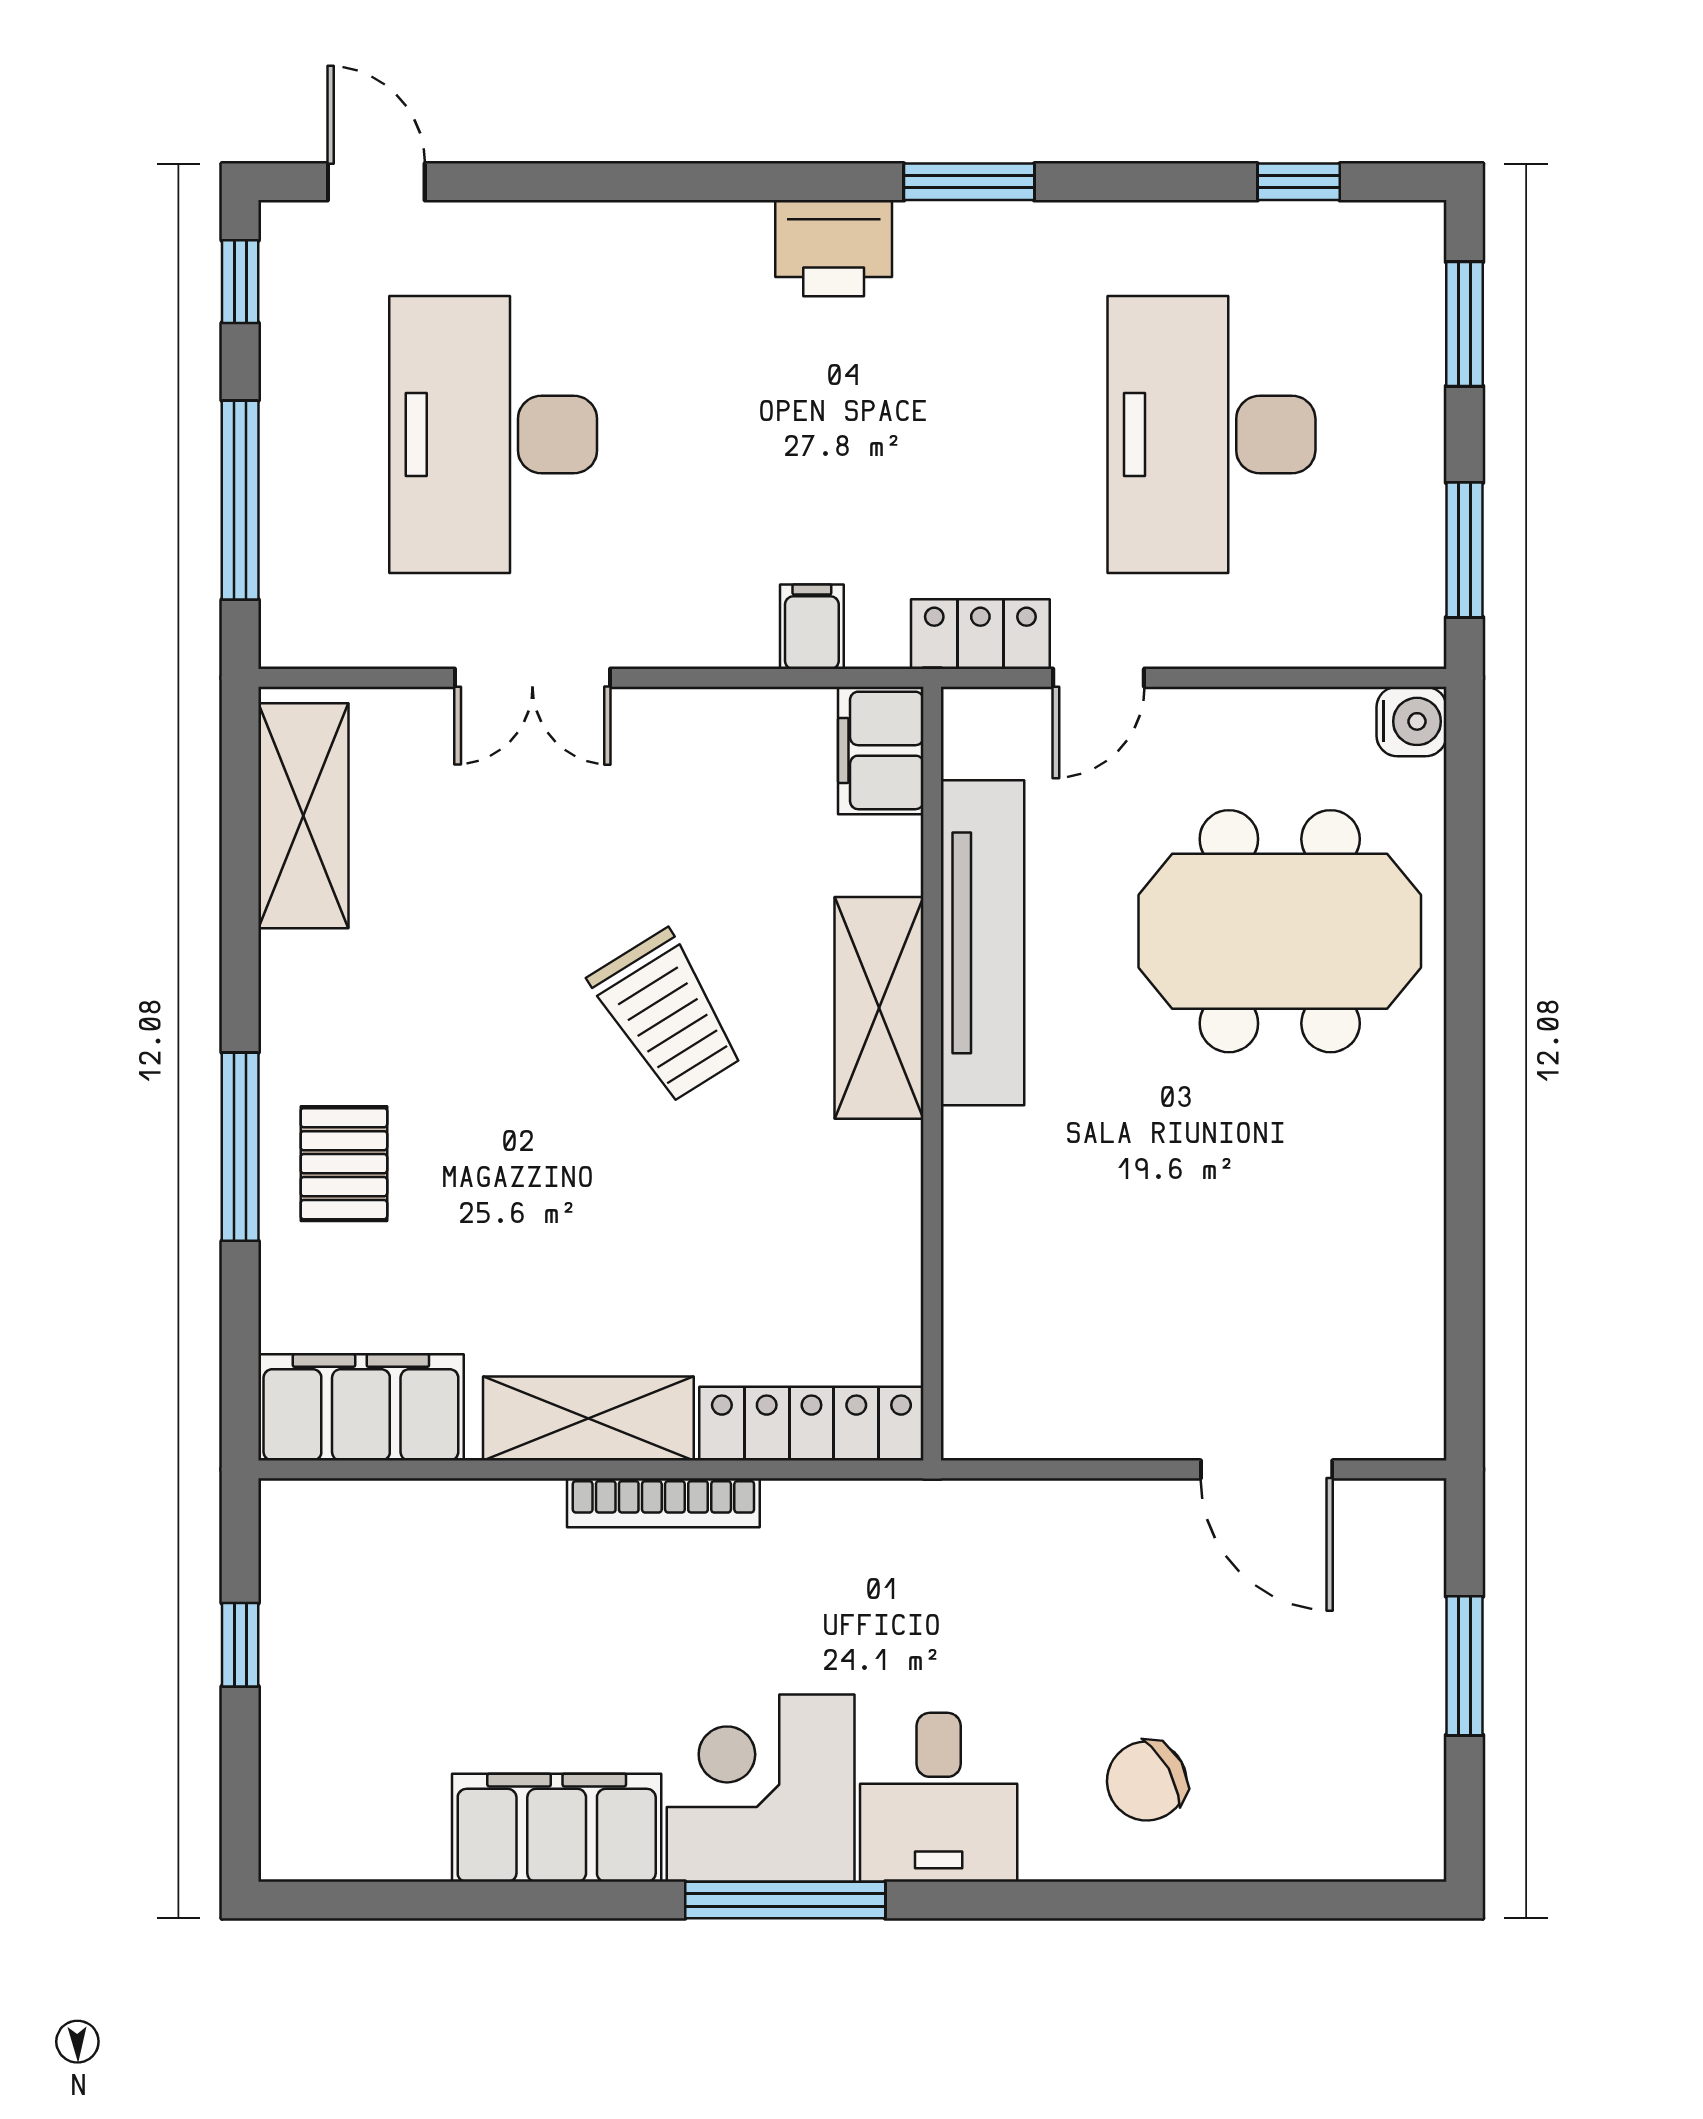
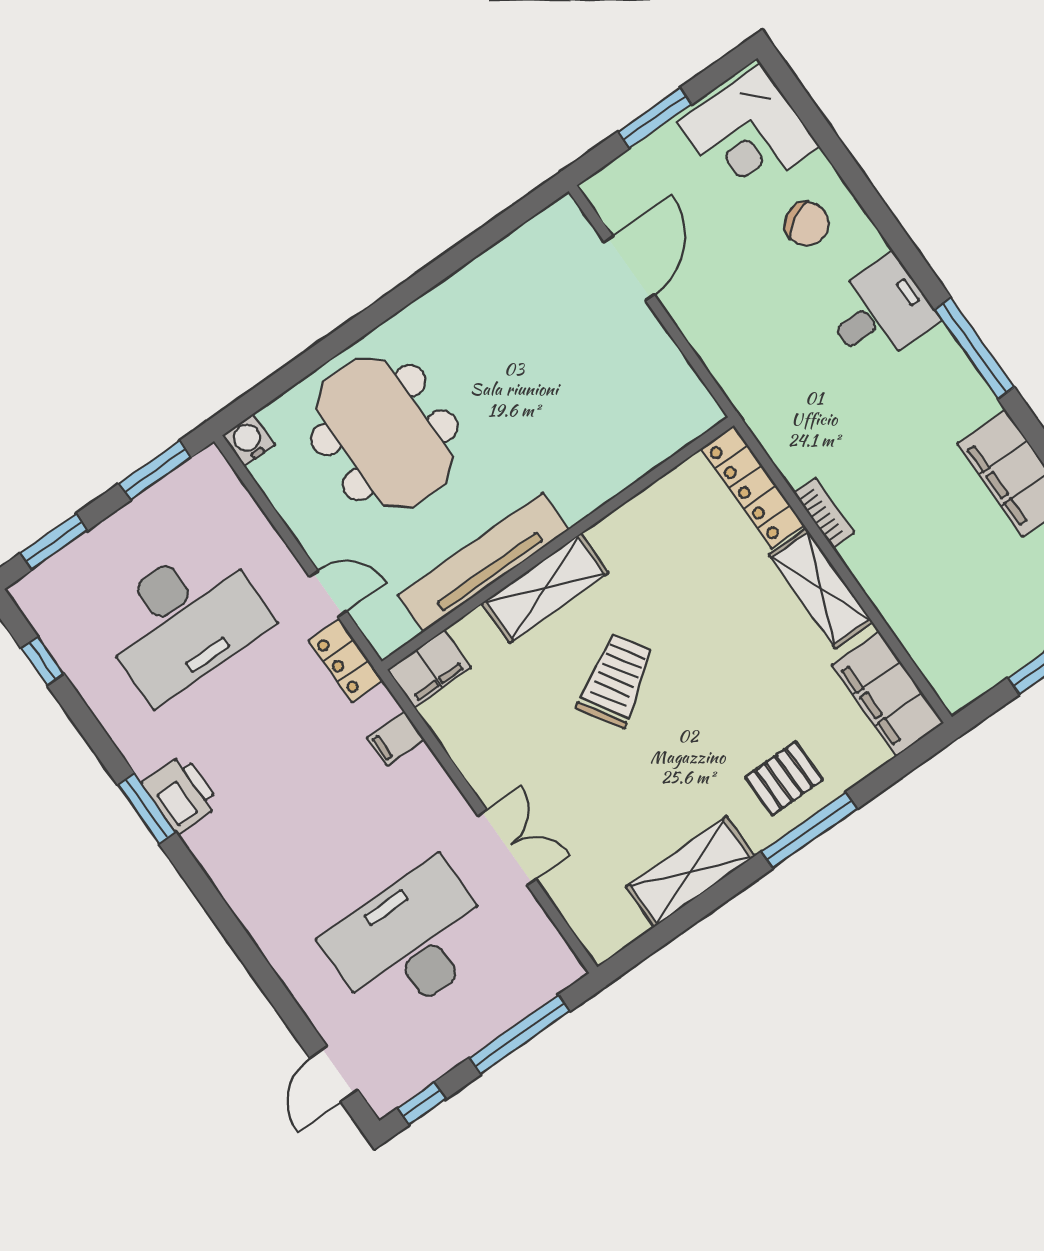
printer: (834, 248) -> (181, 794), moved
desk: (493, 435) -> (410, 942), turned 180
shelving: (303, 816) -> (690, 872), moved
bookcase: (663, 1503) -> (824, 513), width x0.64
corner desk: (761, 1788) -> (748, 134), moved

